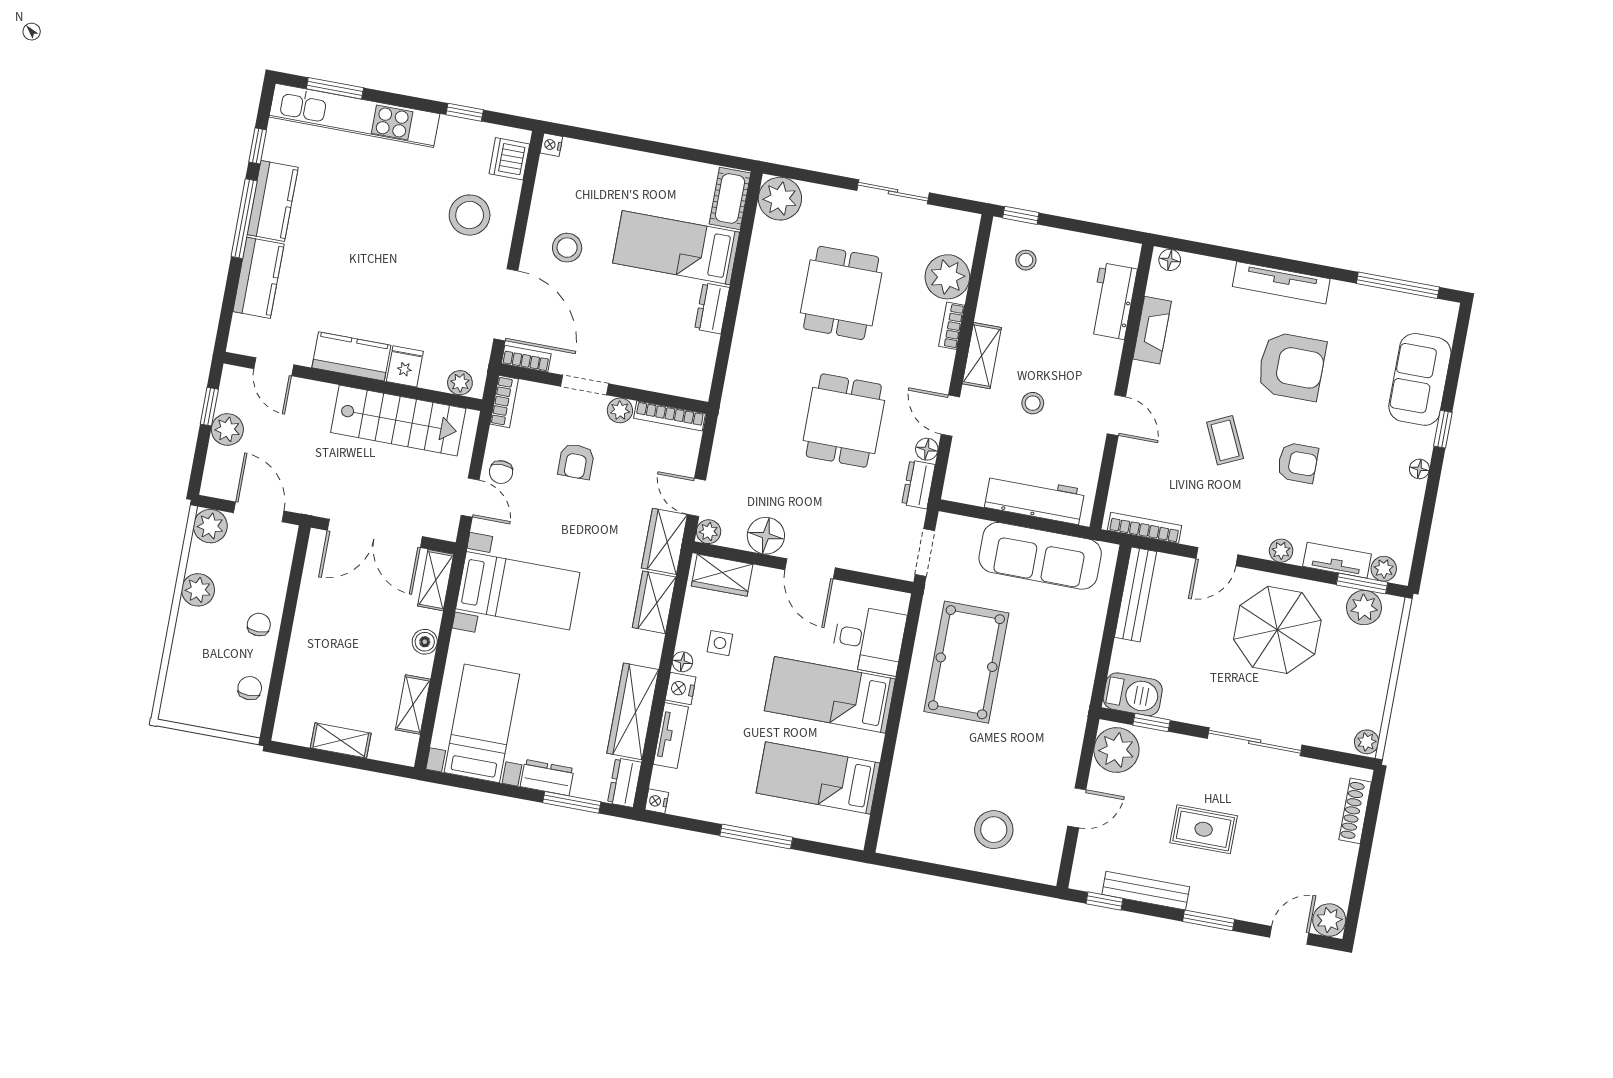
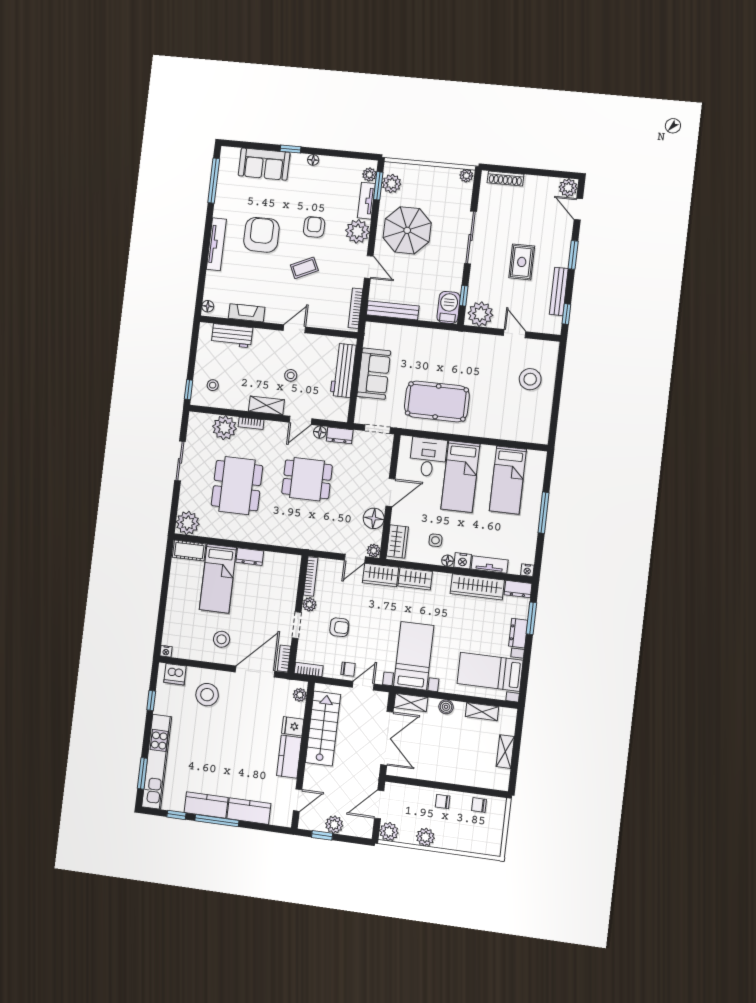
dining table: (841, 293) -> (237, 486), width x1.38
plant: (1281, 551) -> (357, 231), width x1.88, depth x1.88
sofa: (1040, 556) -> (374, 374), width x0.73

